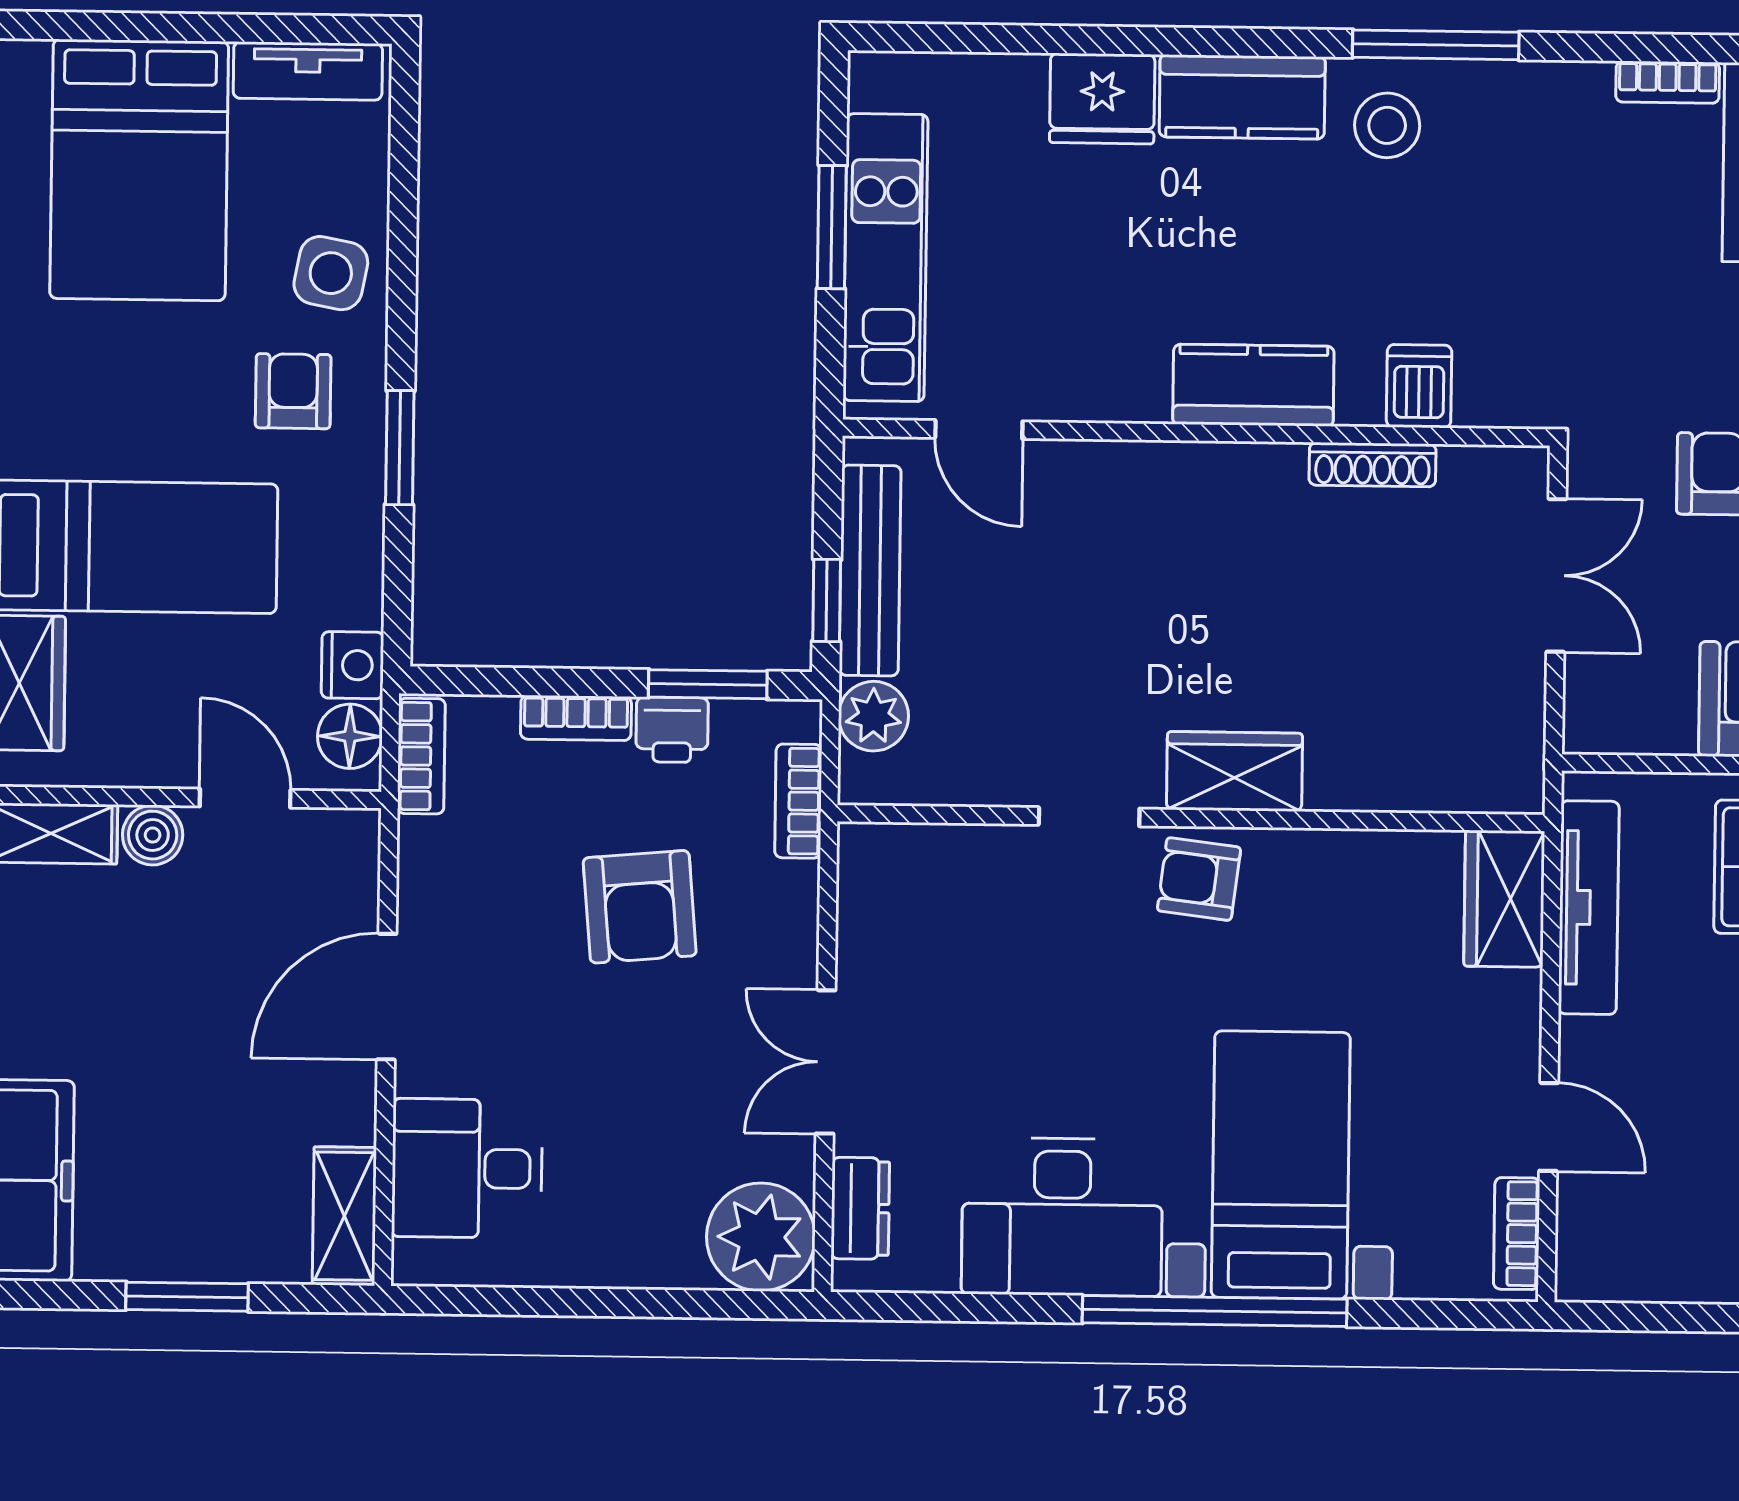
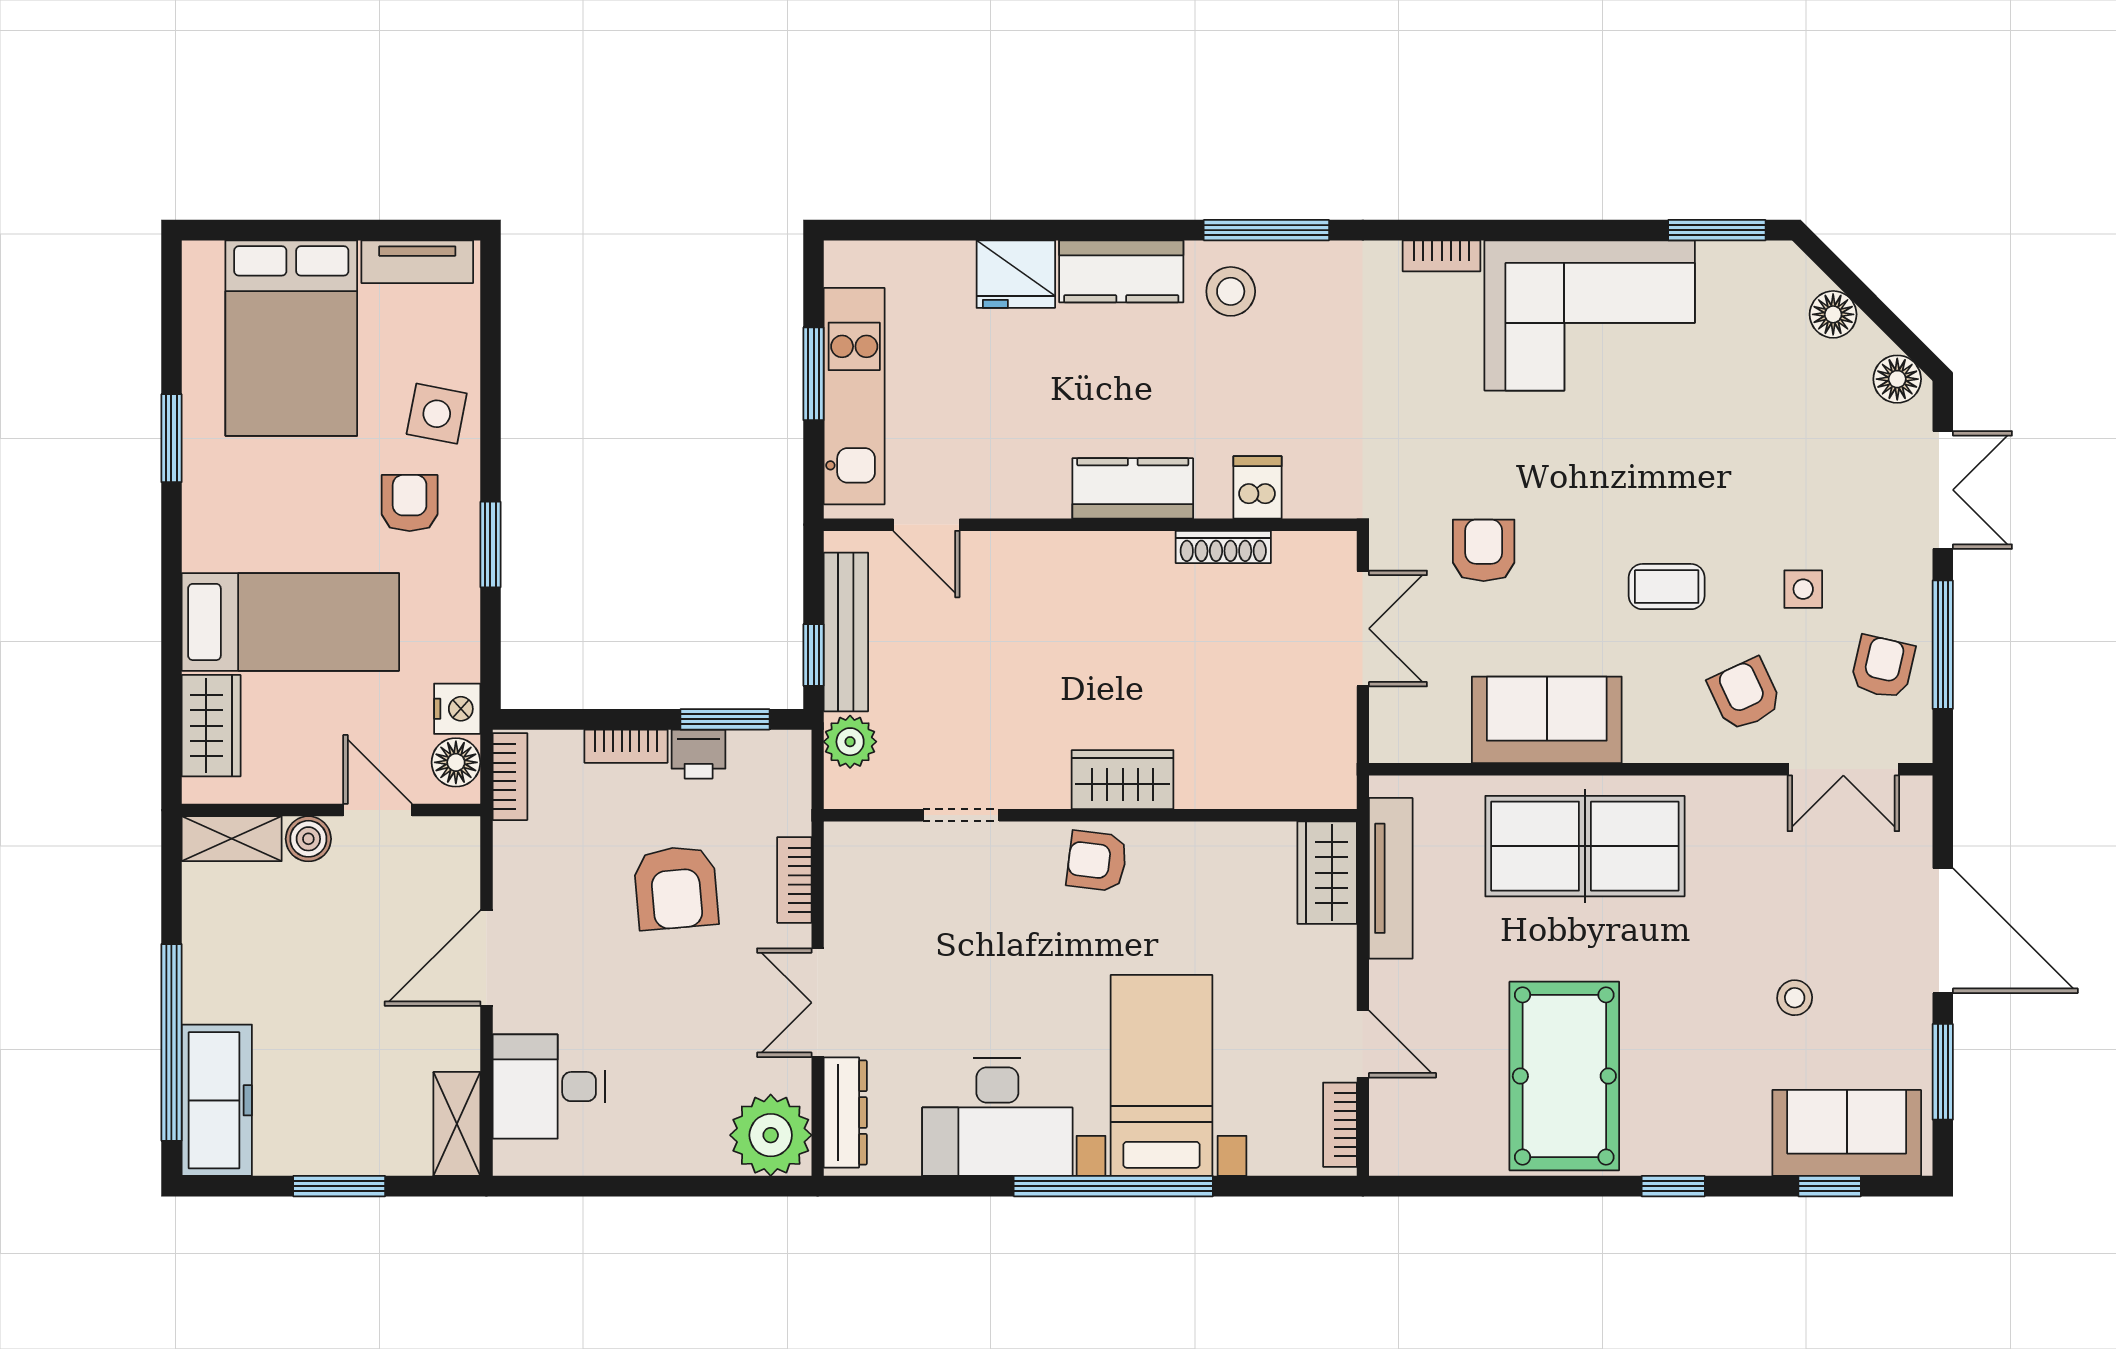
bookcase: (798, 801) -> (794, 880), moved
doorway: (1089, 817) -> (961, 815), moved
dresser: (860, 1208) -> (845, 1113), width x1.44

